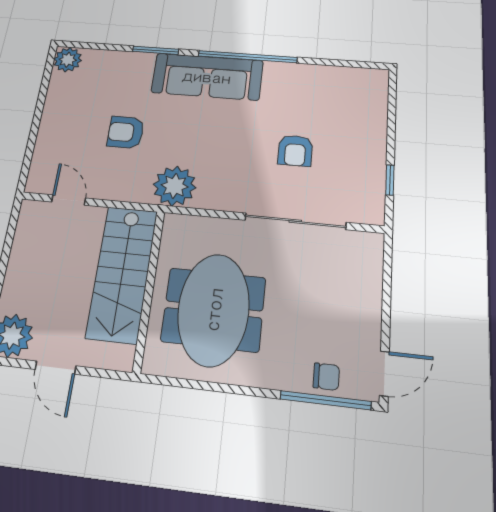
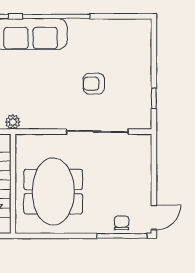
armchair: (295, 151) -> (94, 84), turned 90
plant: (175, 186) -> (13, 122), width x0.53, depth x0.53
chair: (326, 377) -> (122, 223), turned -90

